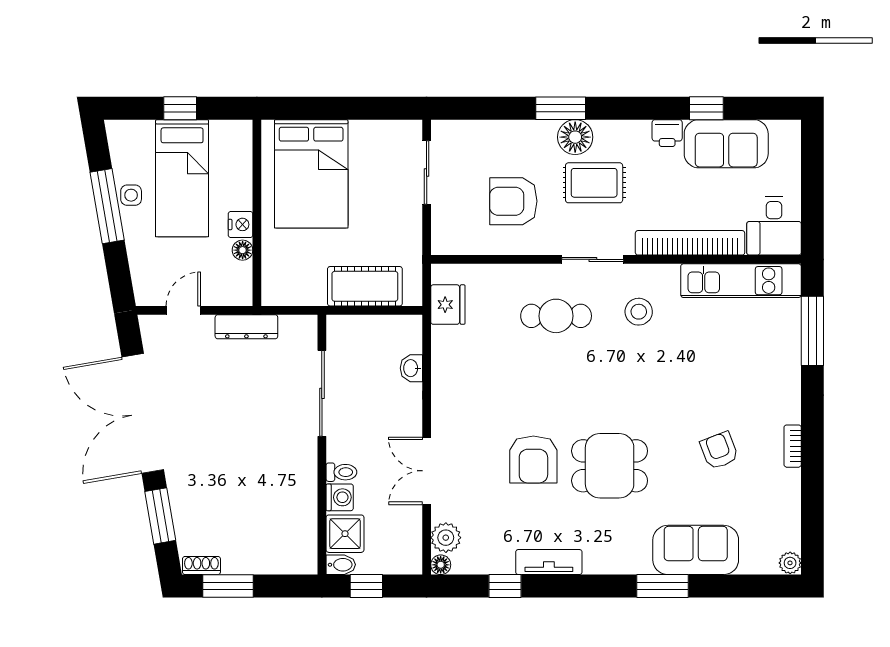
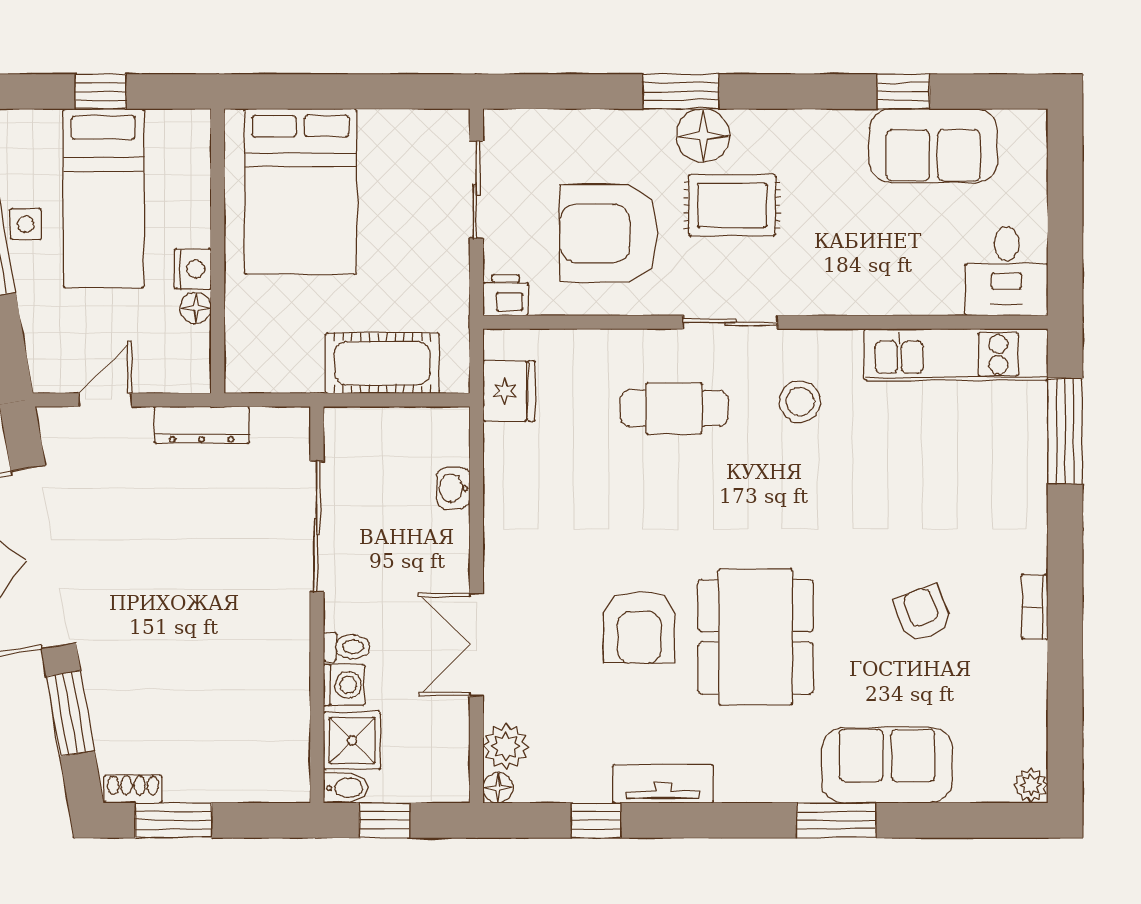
printer: (667, 133) -> (506, 295), moved, turned 180
armchair: (513, 201) -> (609, 233), width x1.36, depth x1.36
bookcase: (690, 243) -> (878, 297), removed
dining table: (610, 466) -> (756, 637), width x1.38

